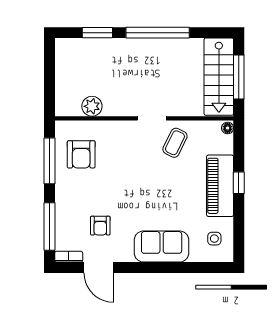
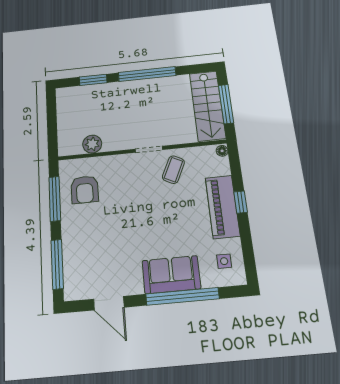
armchair: (100, 226) -> (108, 258), removed
bookcase: (69, 257) -> (78, 294), removed
window: (170, 268) -> (182, 296), added

